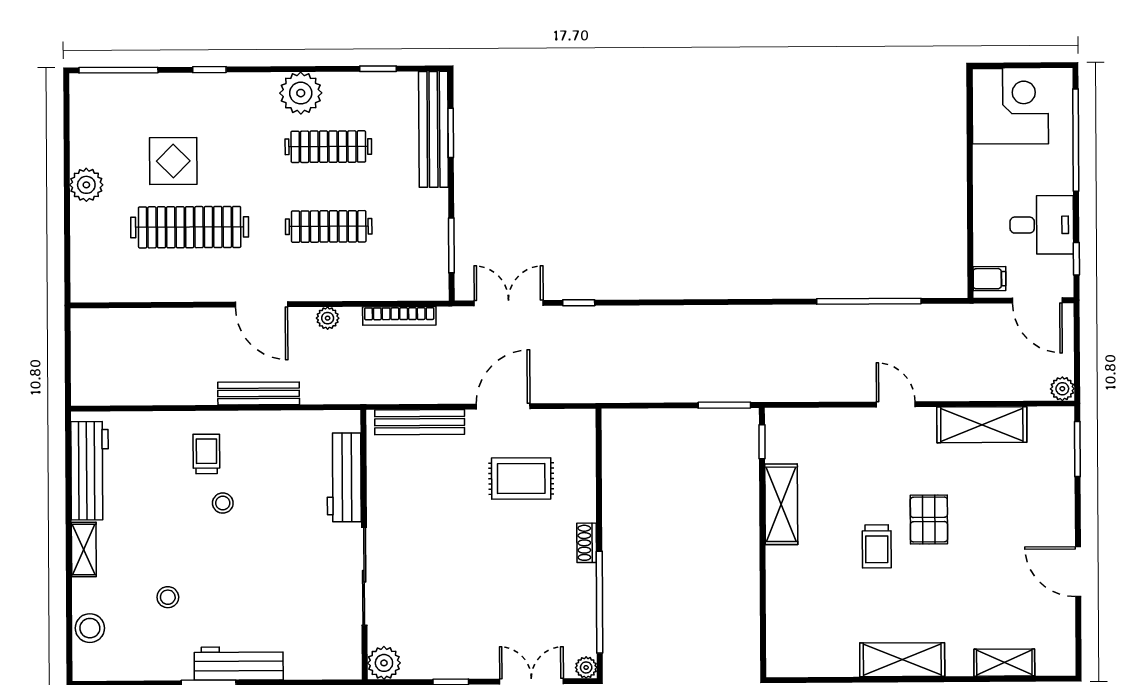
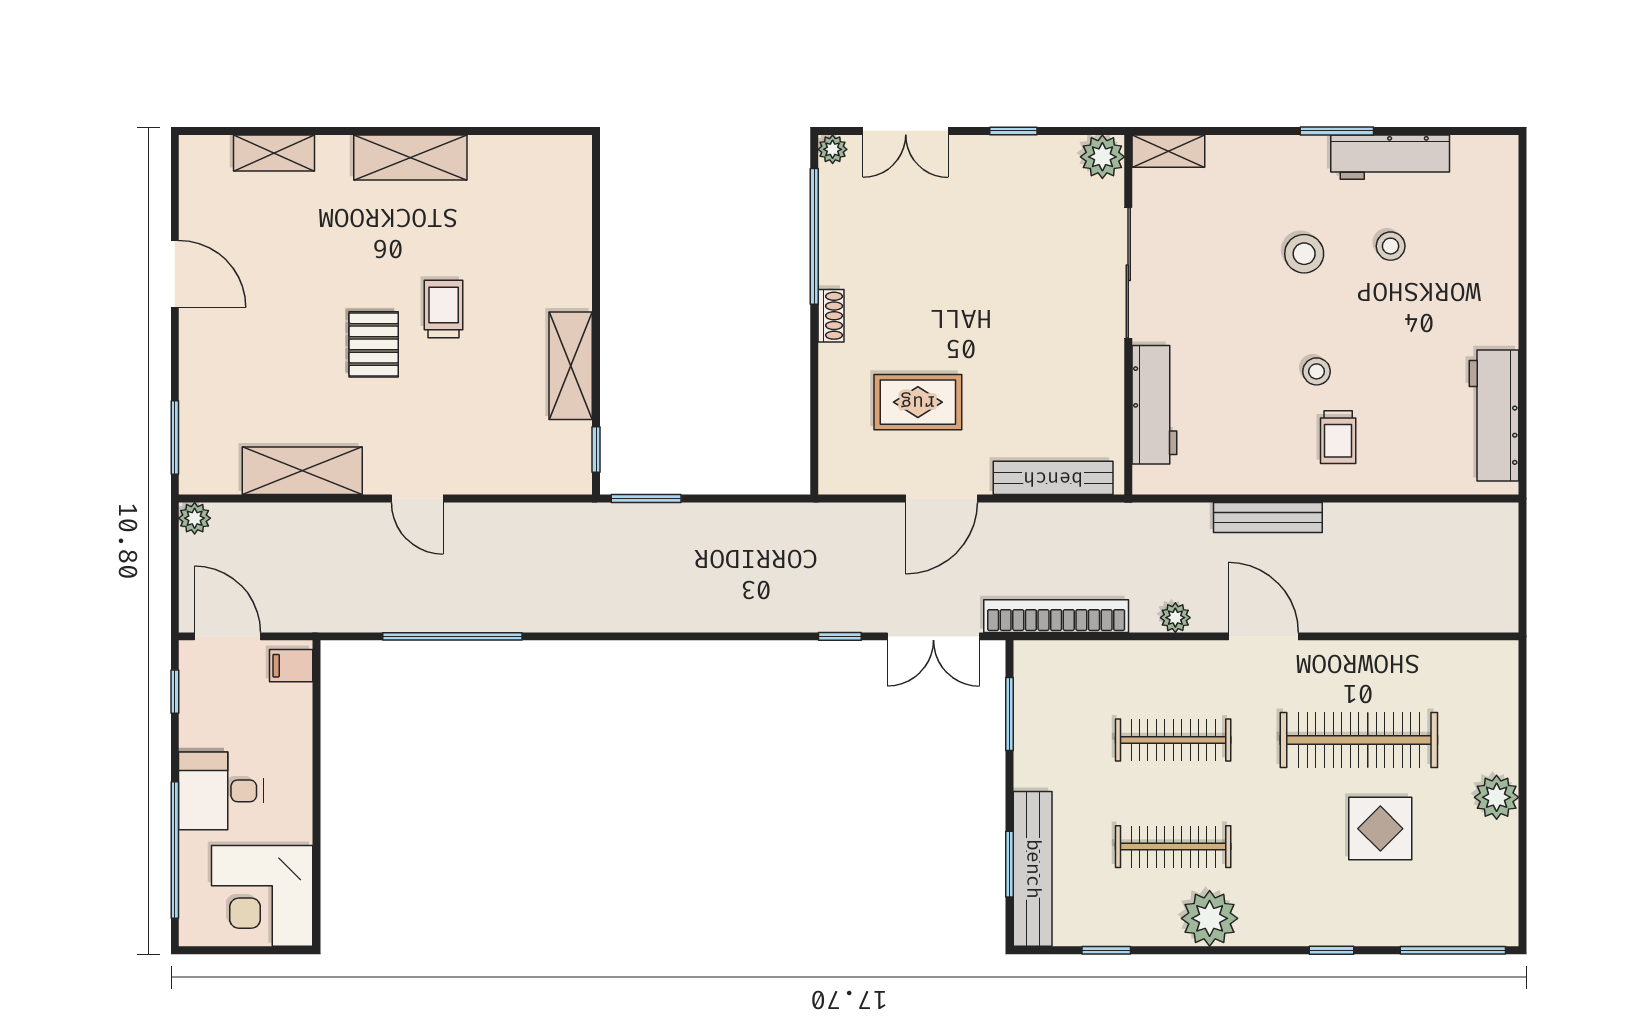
desk: (1042, 225) -> (221, 791), moved
bookcase: (399, 316) -> (1056, 616), width x1.48, depth x1.31
shelving: (84, 549) -> (1168, 151), moved, turned 90
stool: (90, 628) -> (1304, 254), moved
workbench: (239, 663) -> (1390, 157), moved

